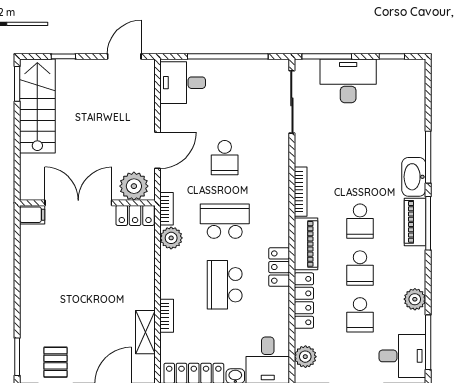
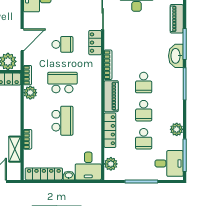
school desk: (225, 158) -> (62, 44), turned -90
piano: (415, 222) -> (177, 19), moved
locker: (279, 267) -> (95, 43), moved
school desk: (225, 285) -> (62, 121), turned 180

